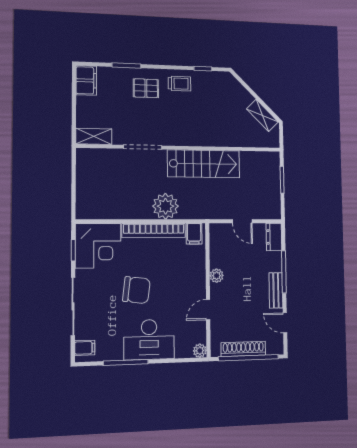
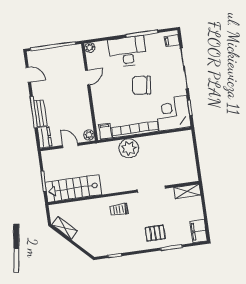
trolley: (180, 84) -> (119, 210), moved
stairs: (204, 164) -> (73, 188), moved
plant: (217, 276) -> (89, 135), moved
bench: (276, 290) -> (40, 113), moved
shoe rack: (243, 349) -> (58, 52), removed

